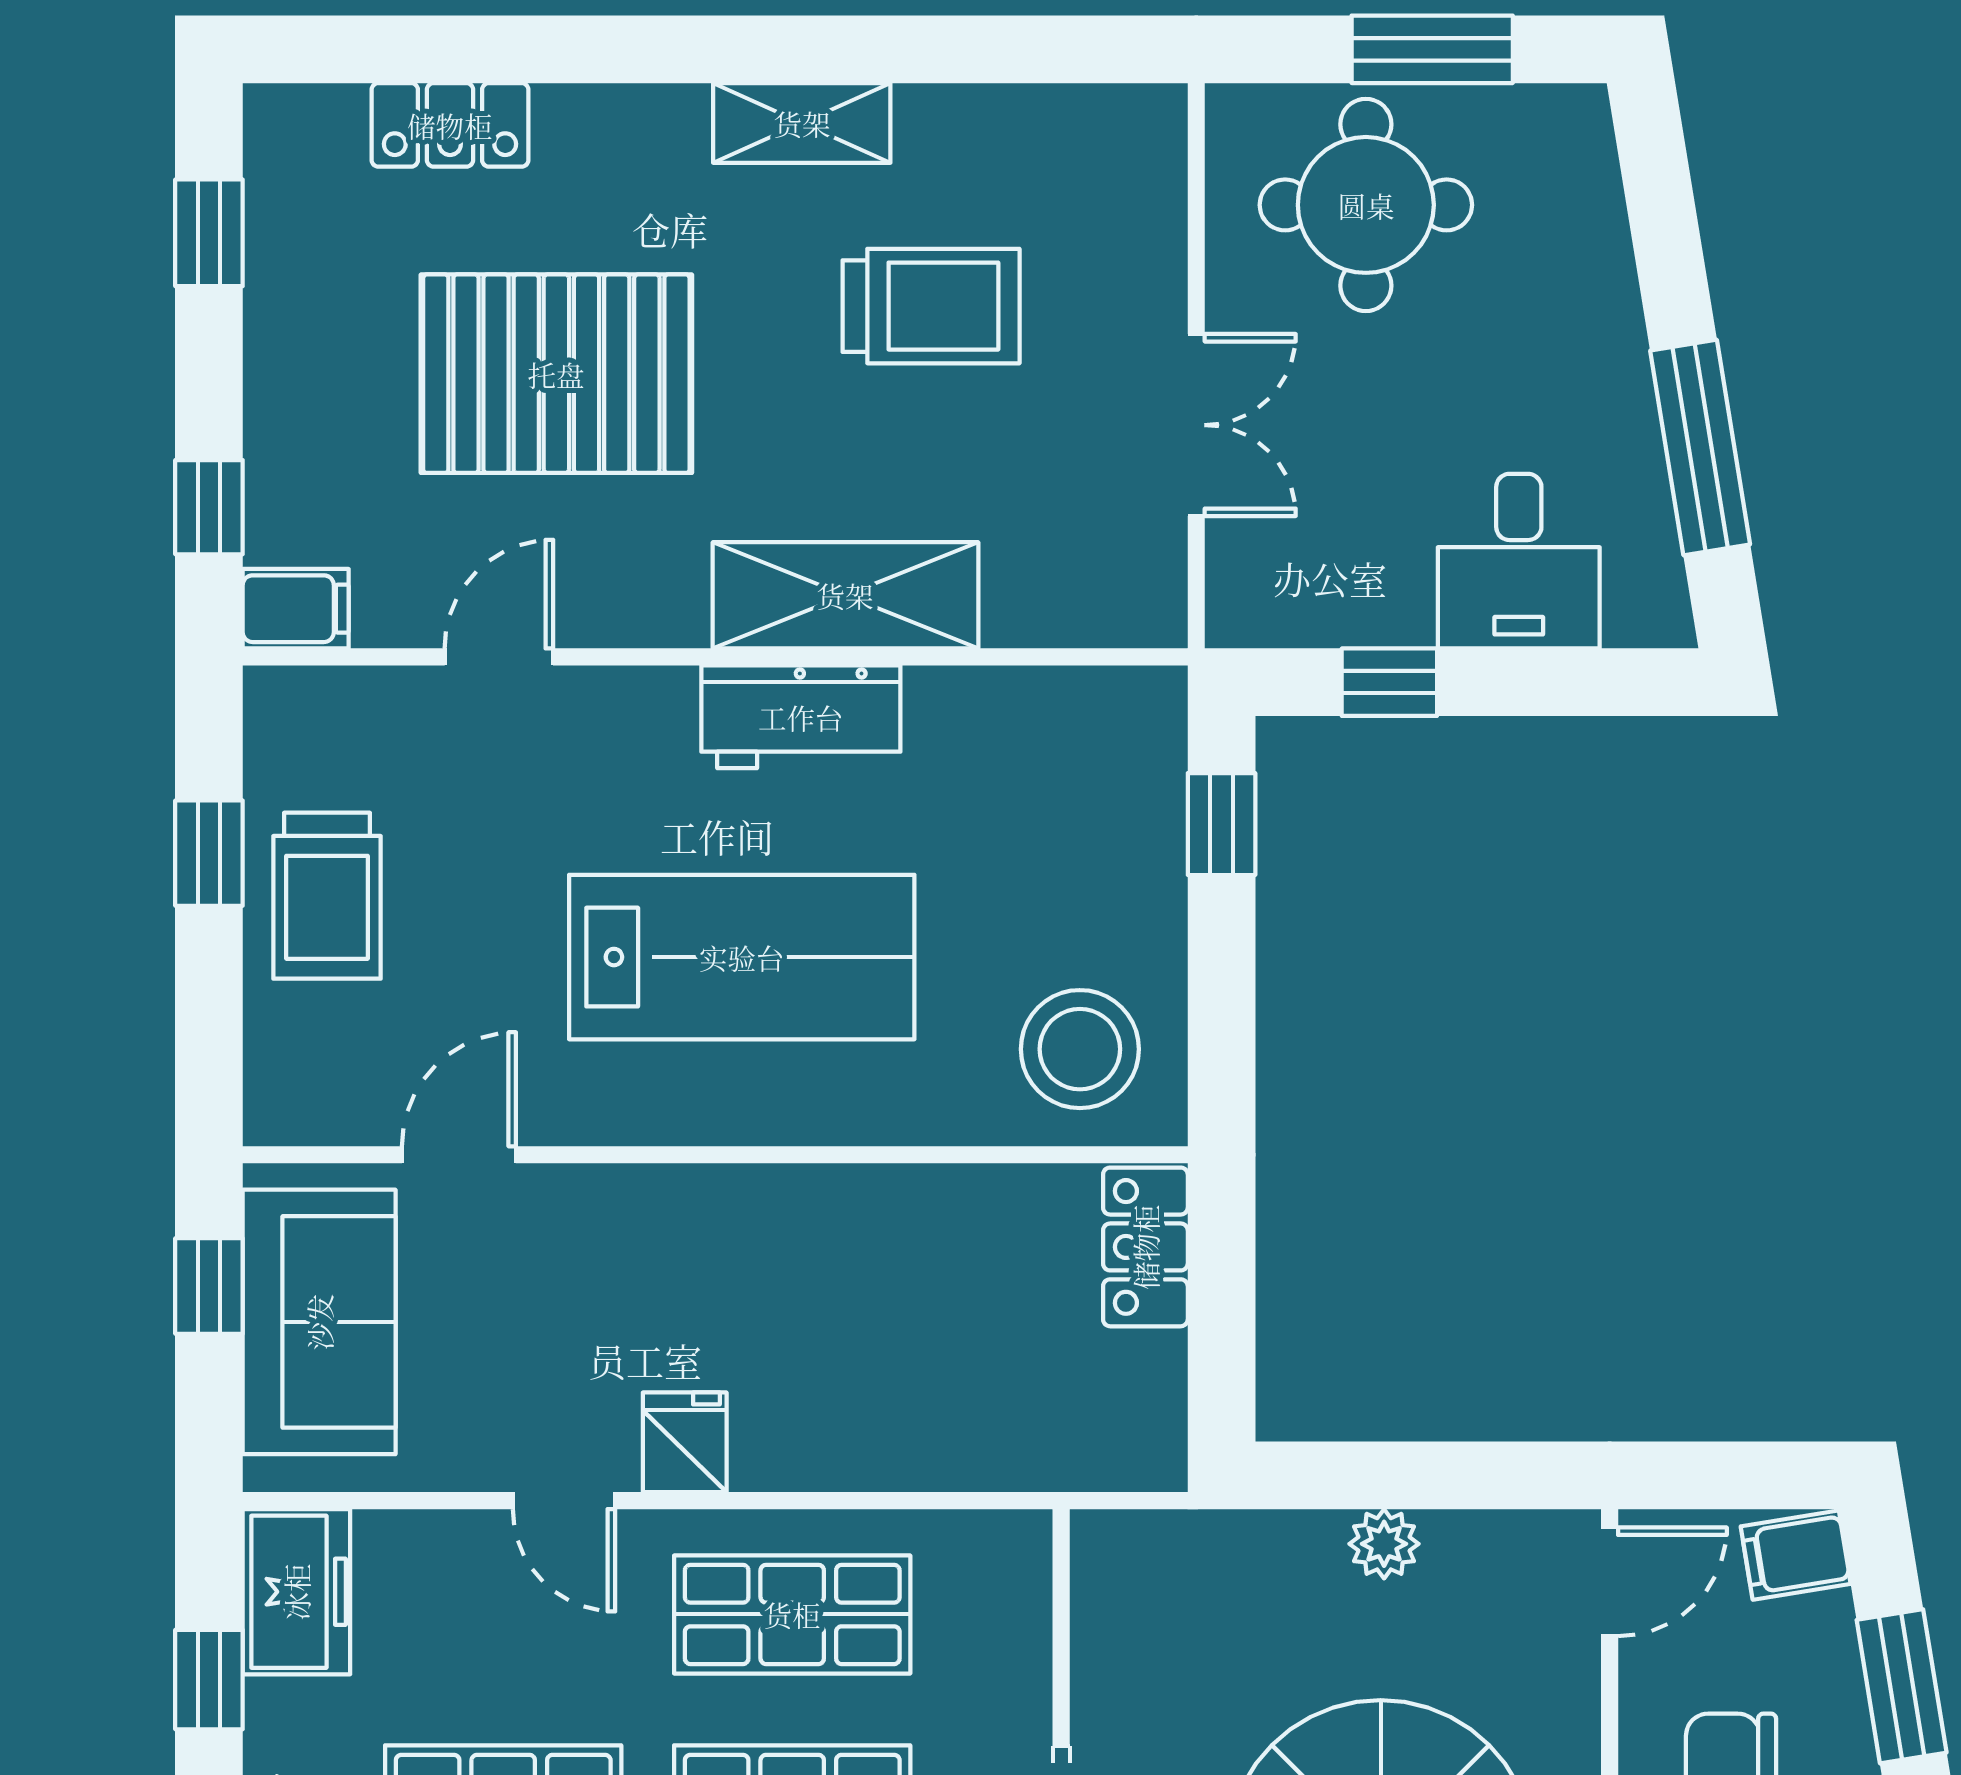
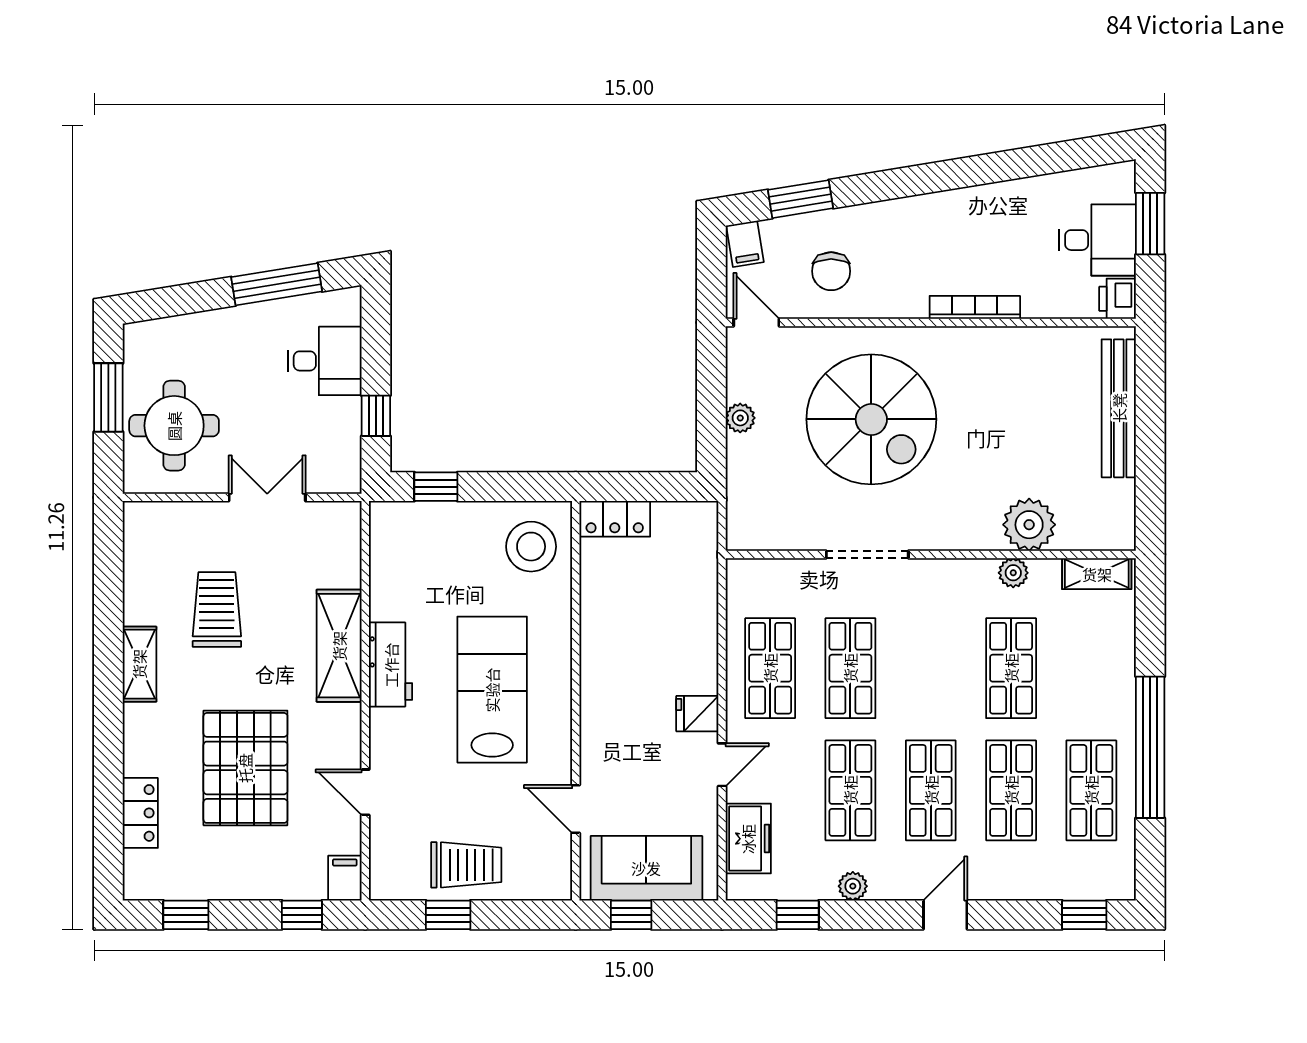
freezer: (296, 1592) -> (748, 839), moved, turned 90

